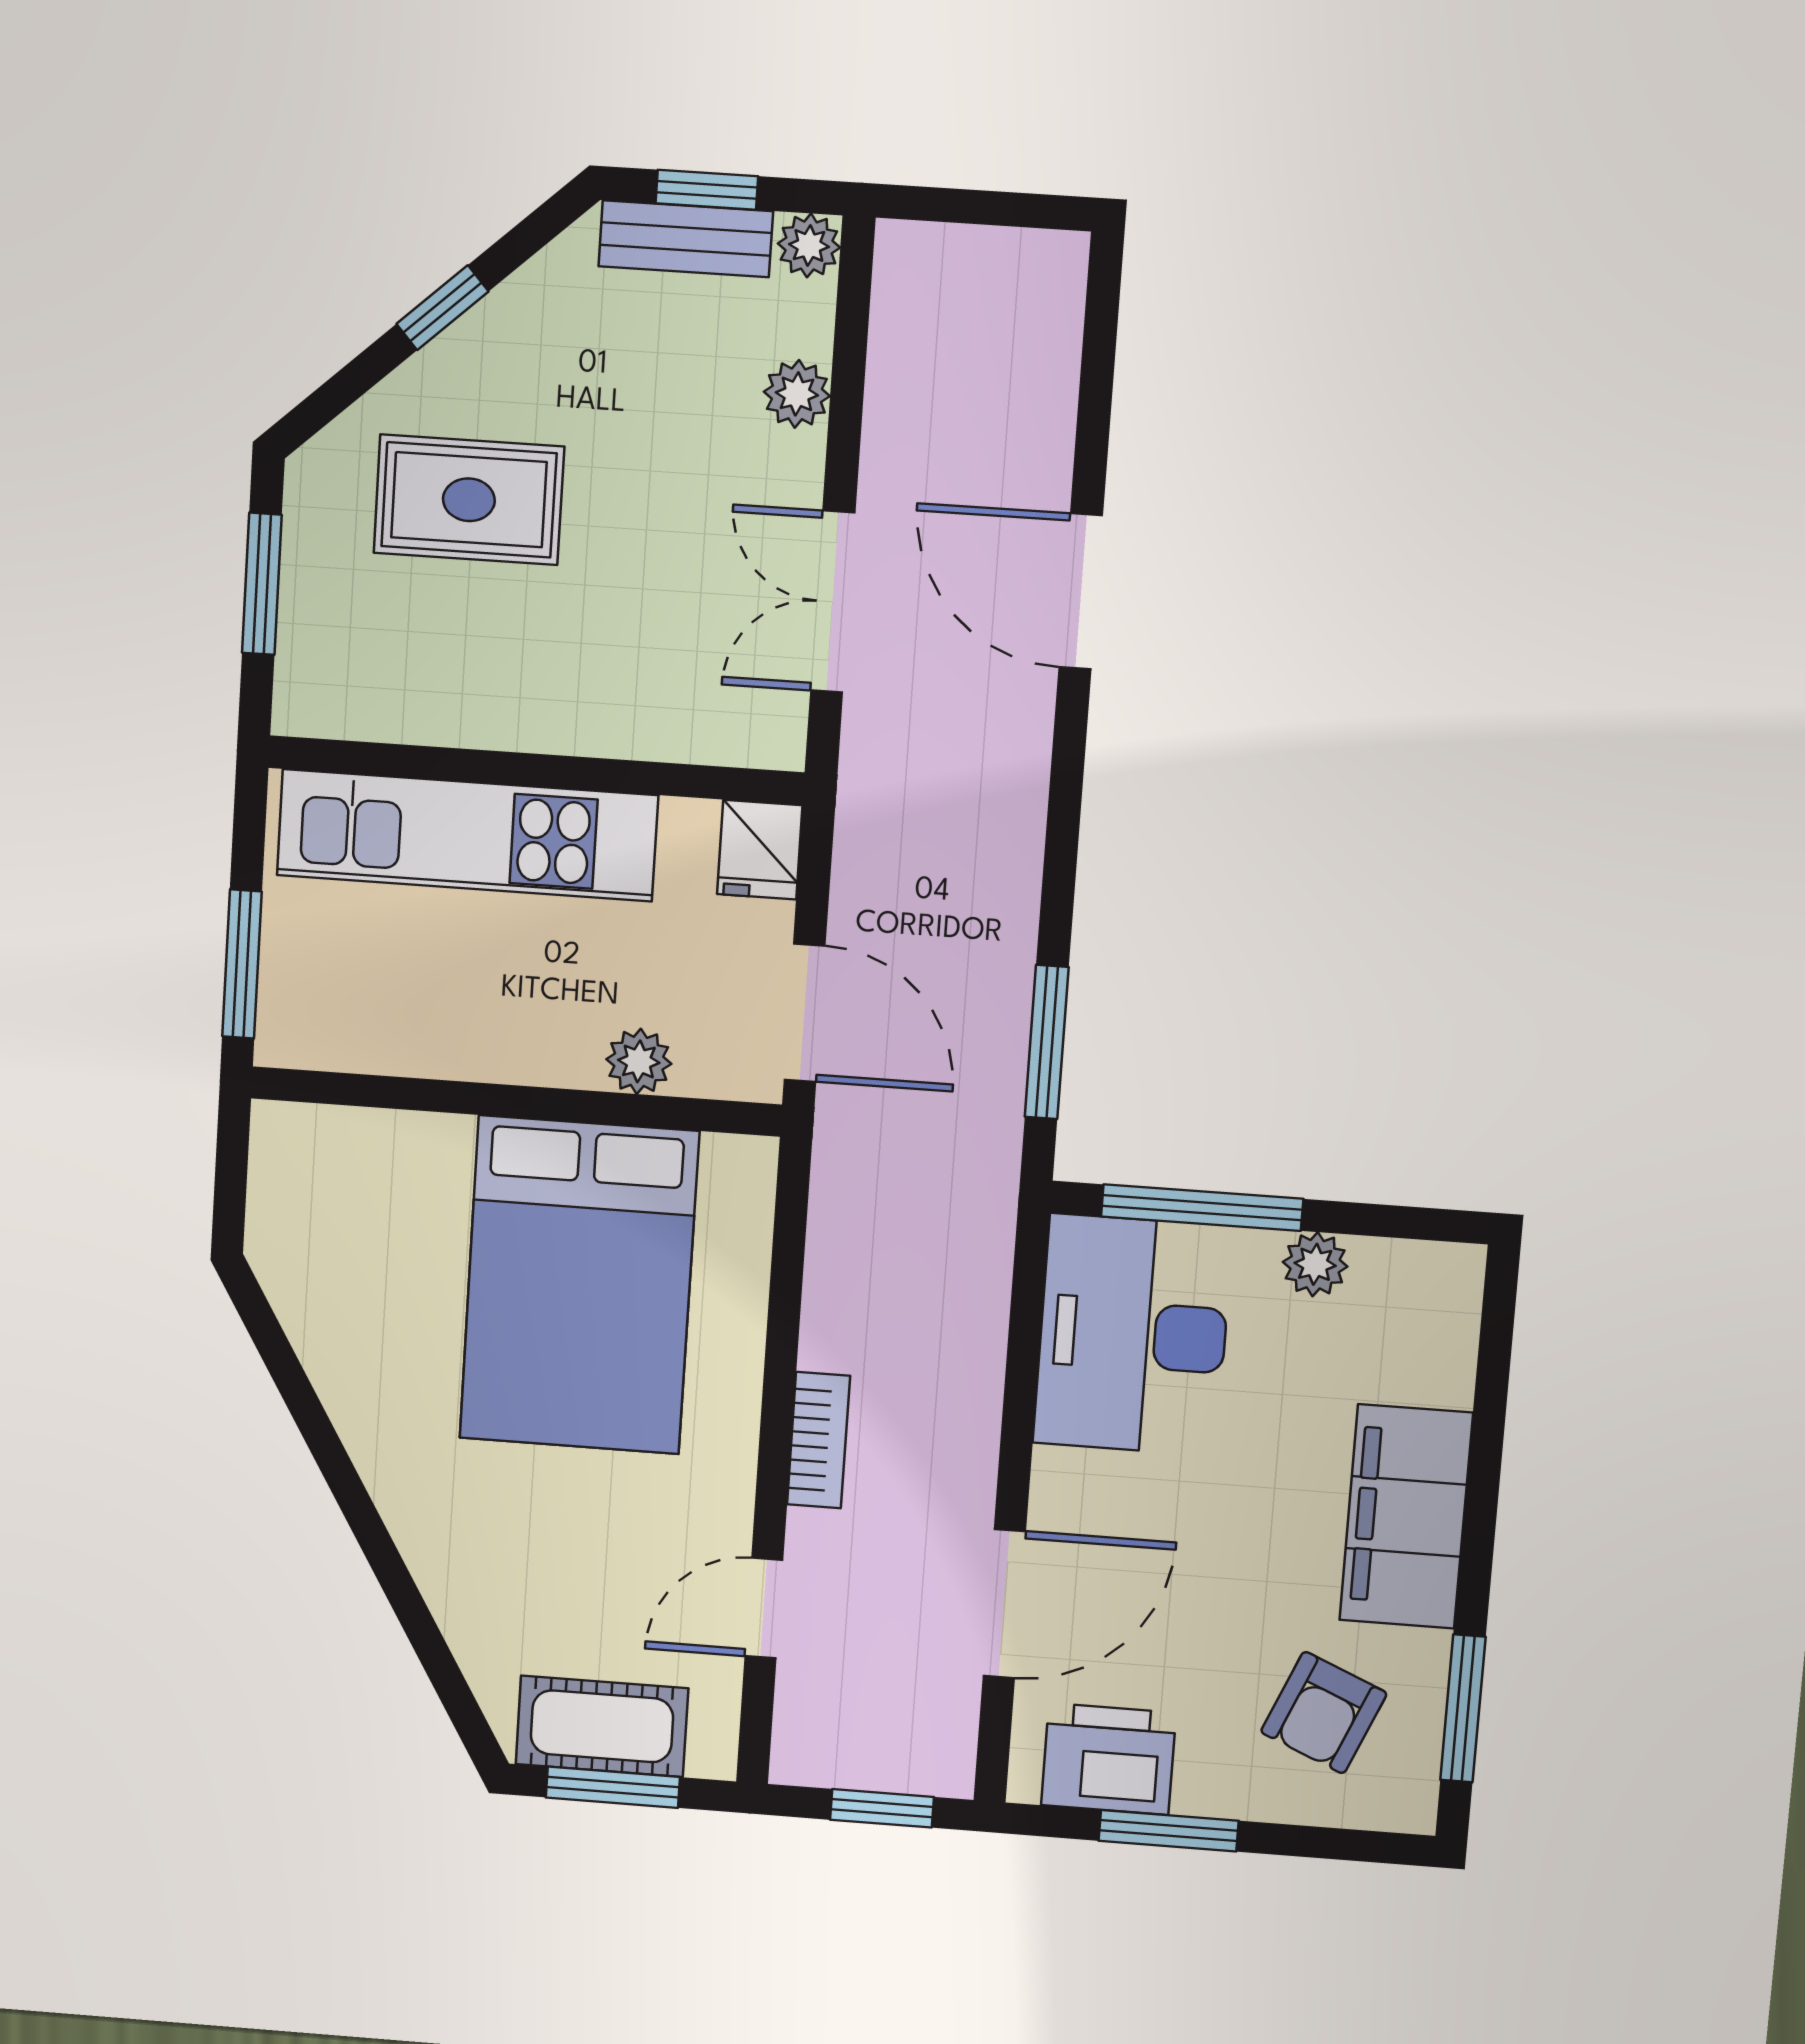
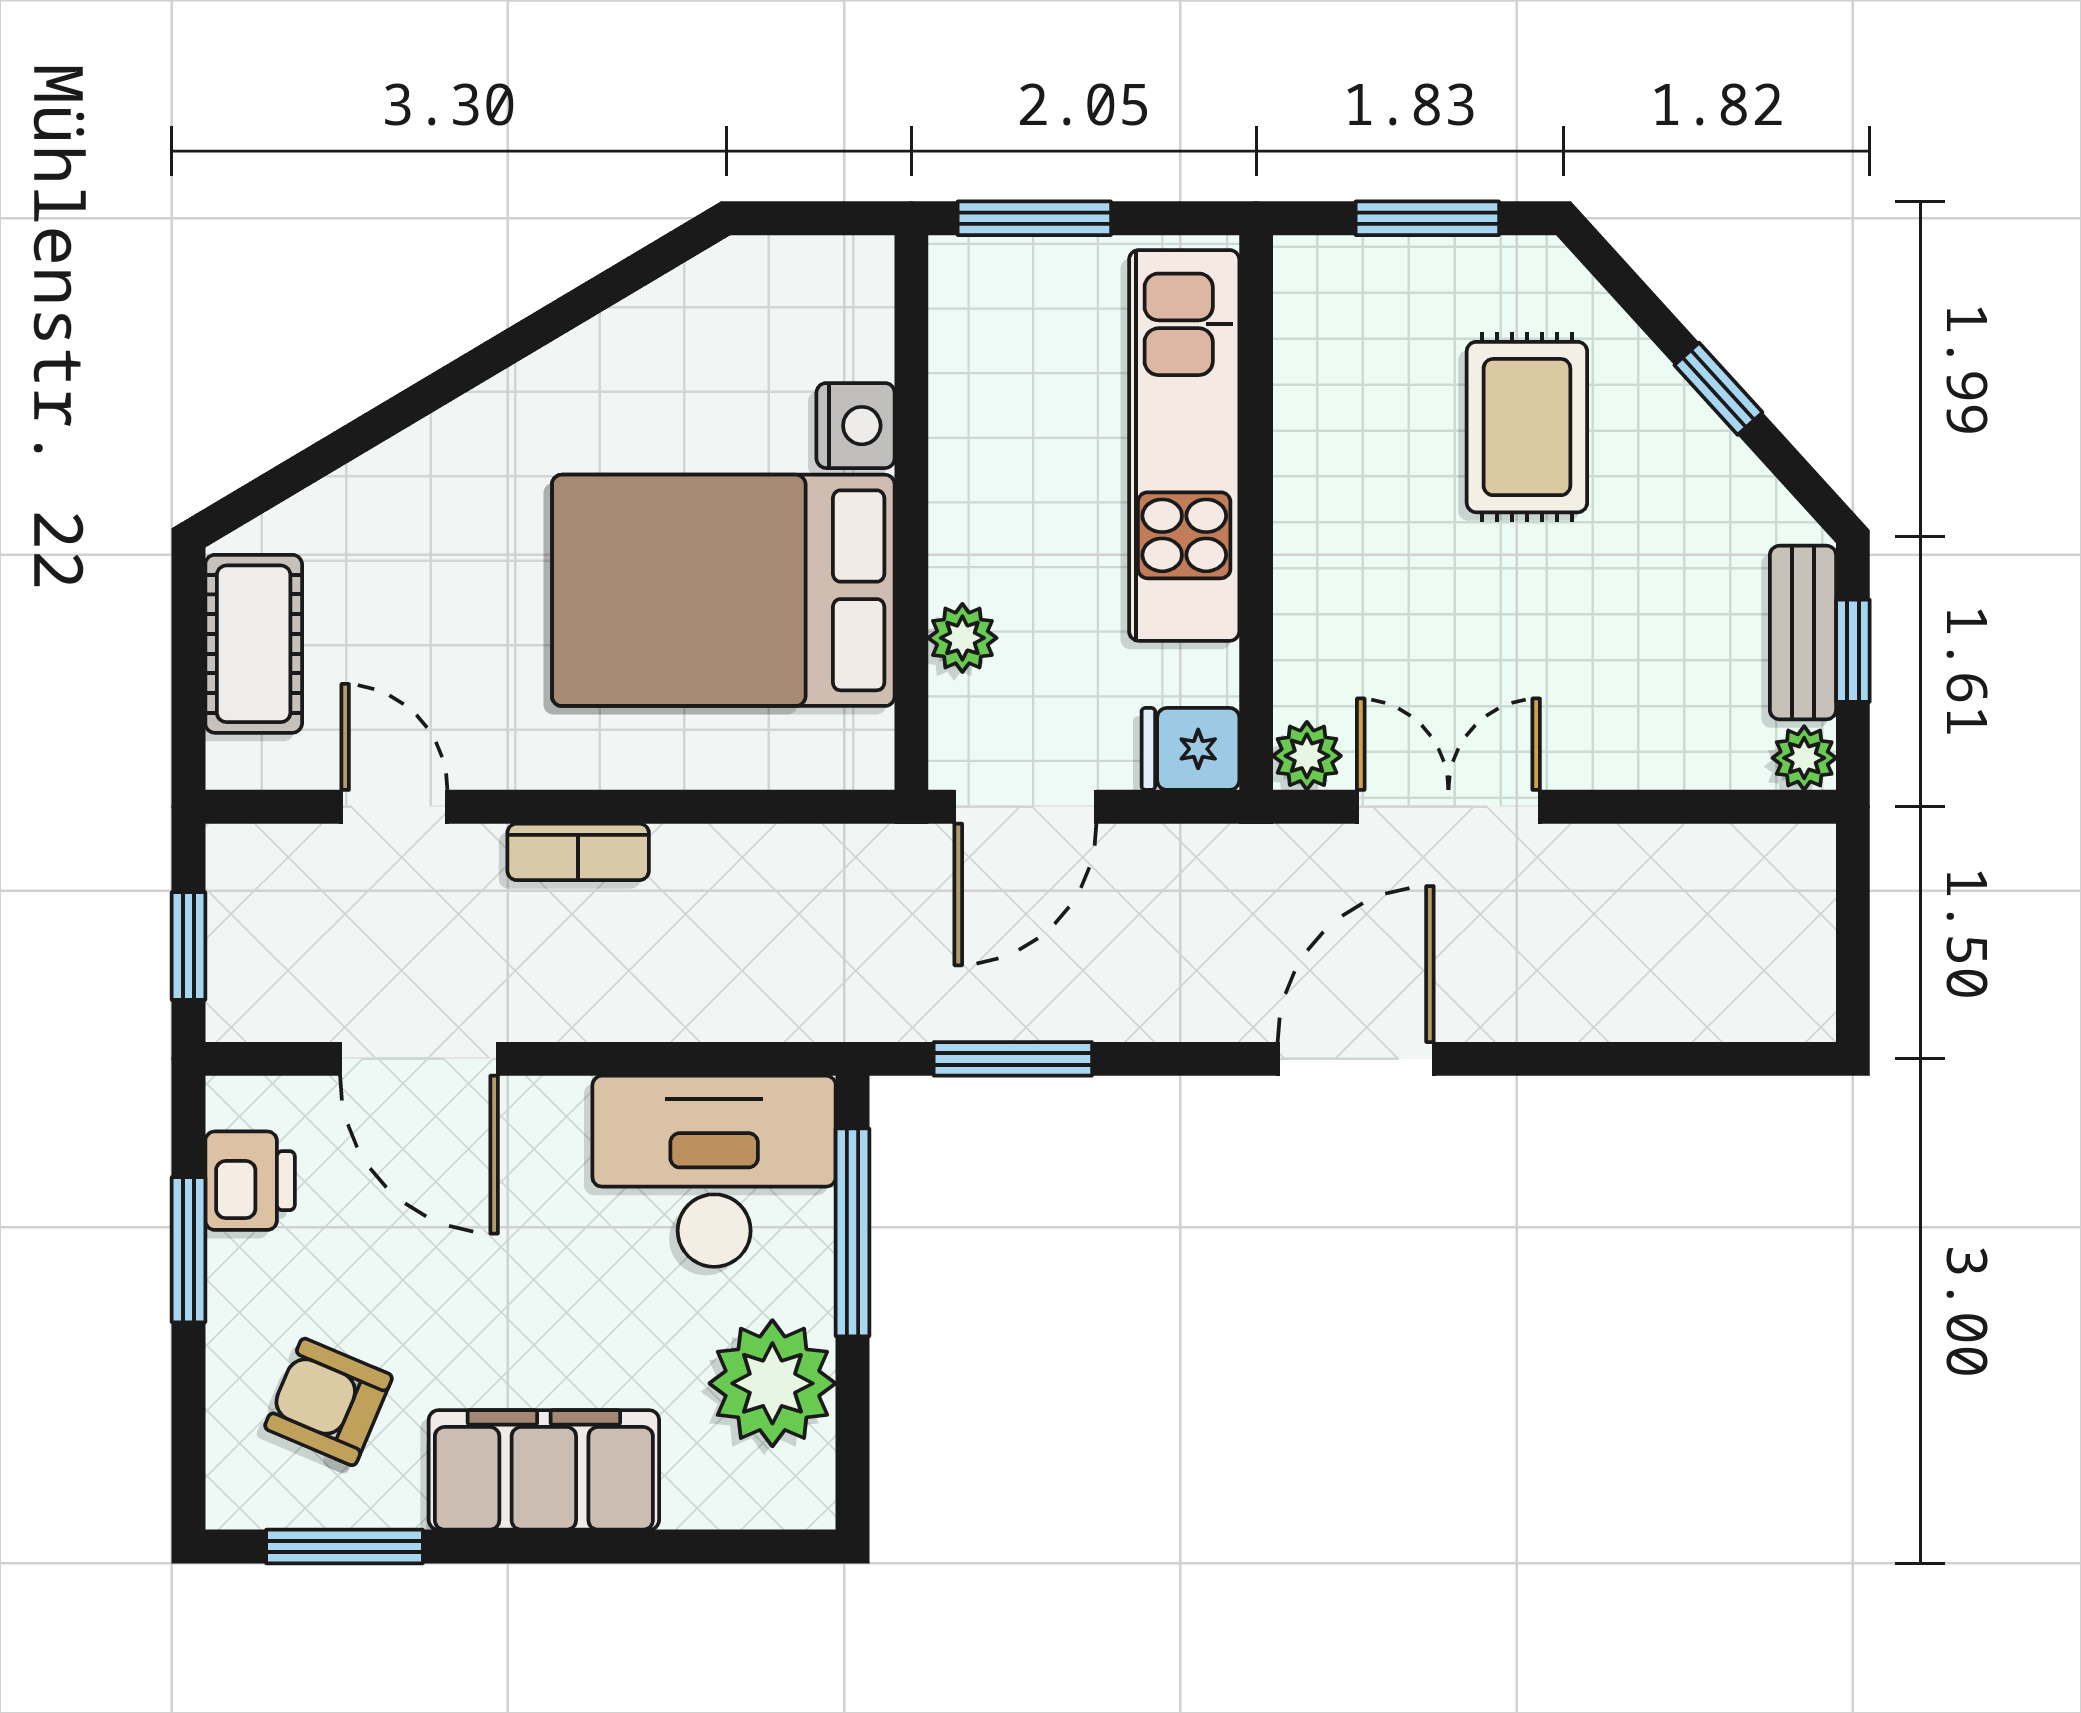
plant: (797, 394) -> (1307, 756), moved
door: (1081, 591) -> (1356, 1059), moved
nightstand: (430, 1149) -> (856, 426), added
plant: (1315, 1264) -> (772, 1383), width x1.87, depth x1.87
printer: (1109, 1759) -> (250, 1181), width x0.73, depth x0.81
window: (613, 1787) -> (188, 660), removed

